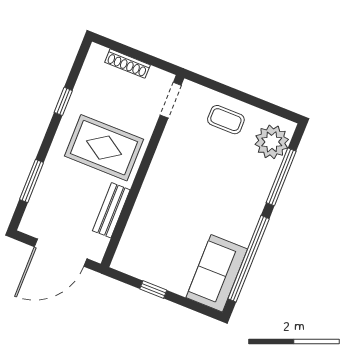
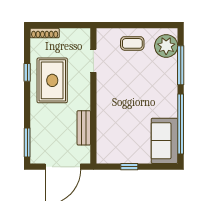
shoe rack: (127, 64) -> (45, 33), moved
doorway: (171, 100) -> (93, 61), moved
rug: (104, 148) -> (52, 80), moved, turned 90
window: (32, 181) -> (27, 142), moved

